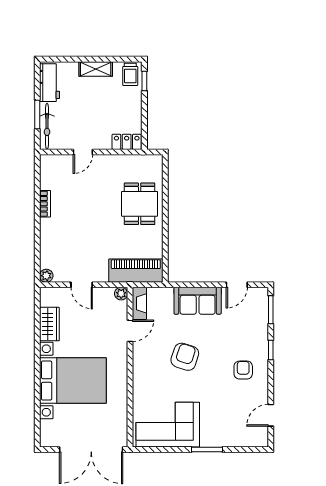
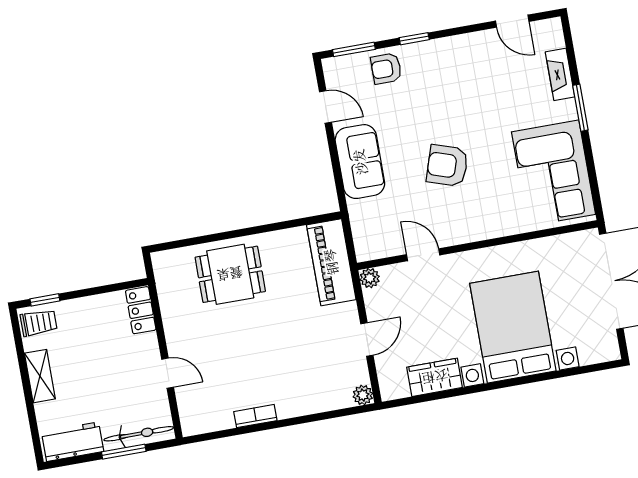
fireplace: (139, 303) -> (560, 74), moved, turned -90
armchair: (243, 370) -> (386, 69), moved

